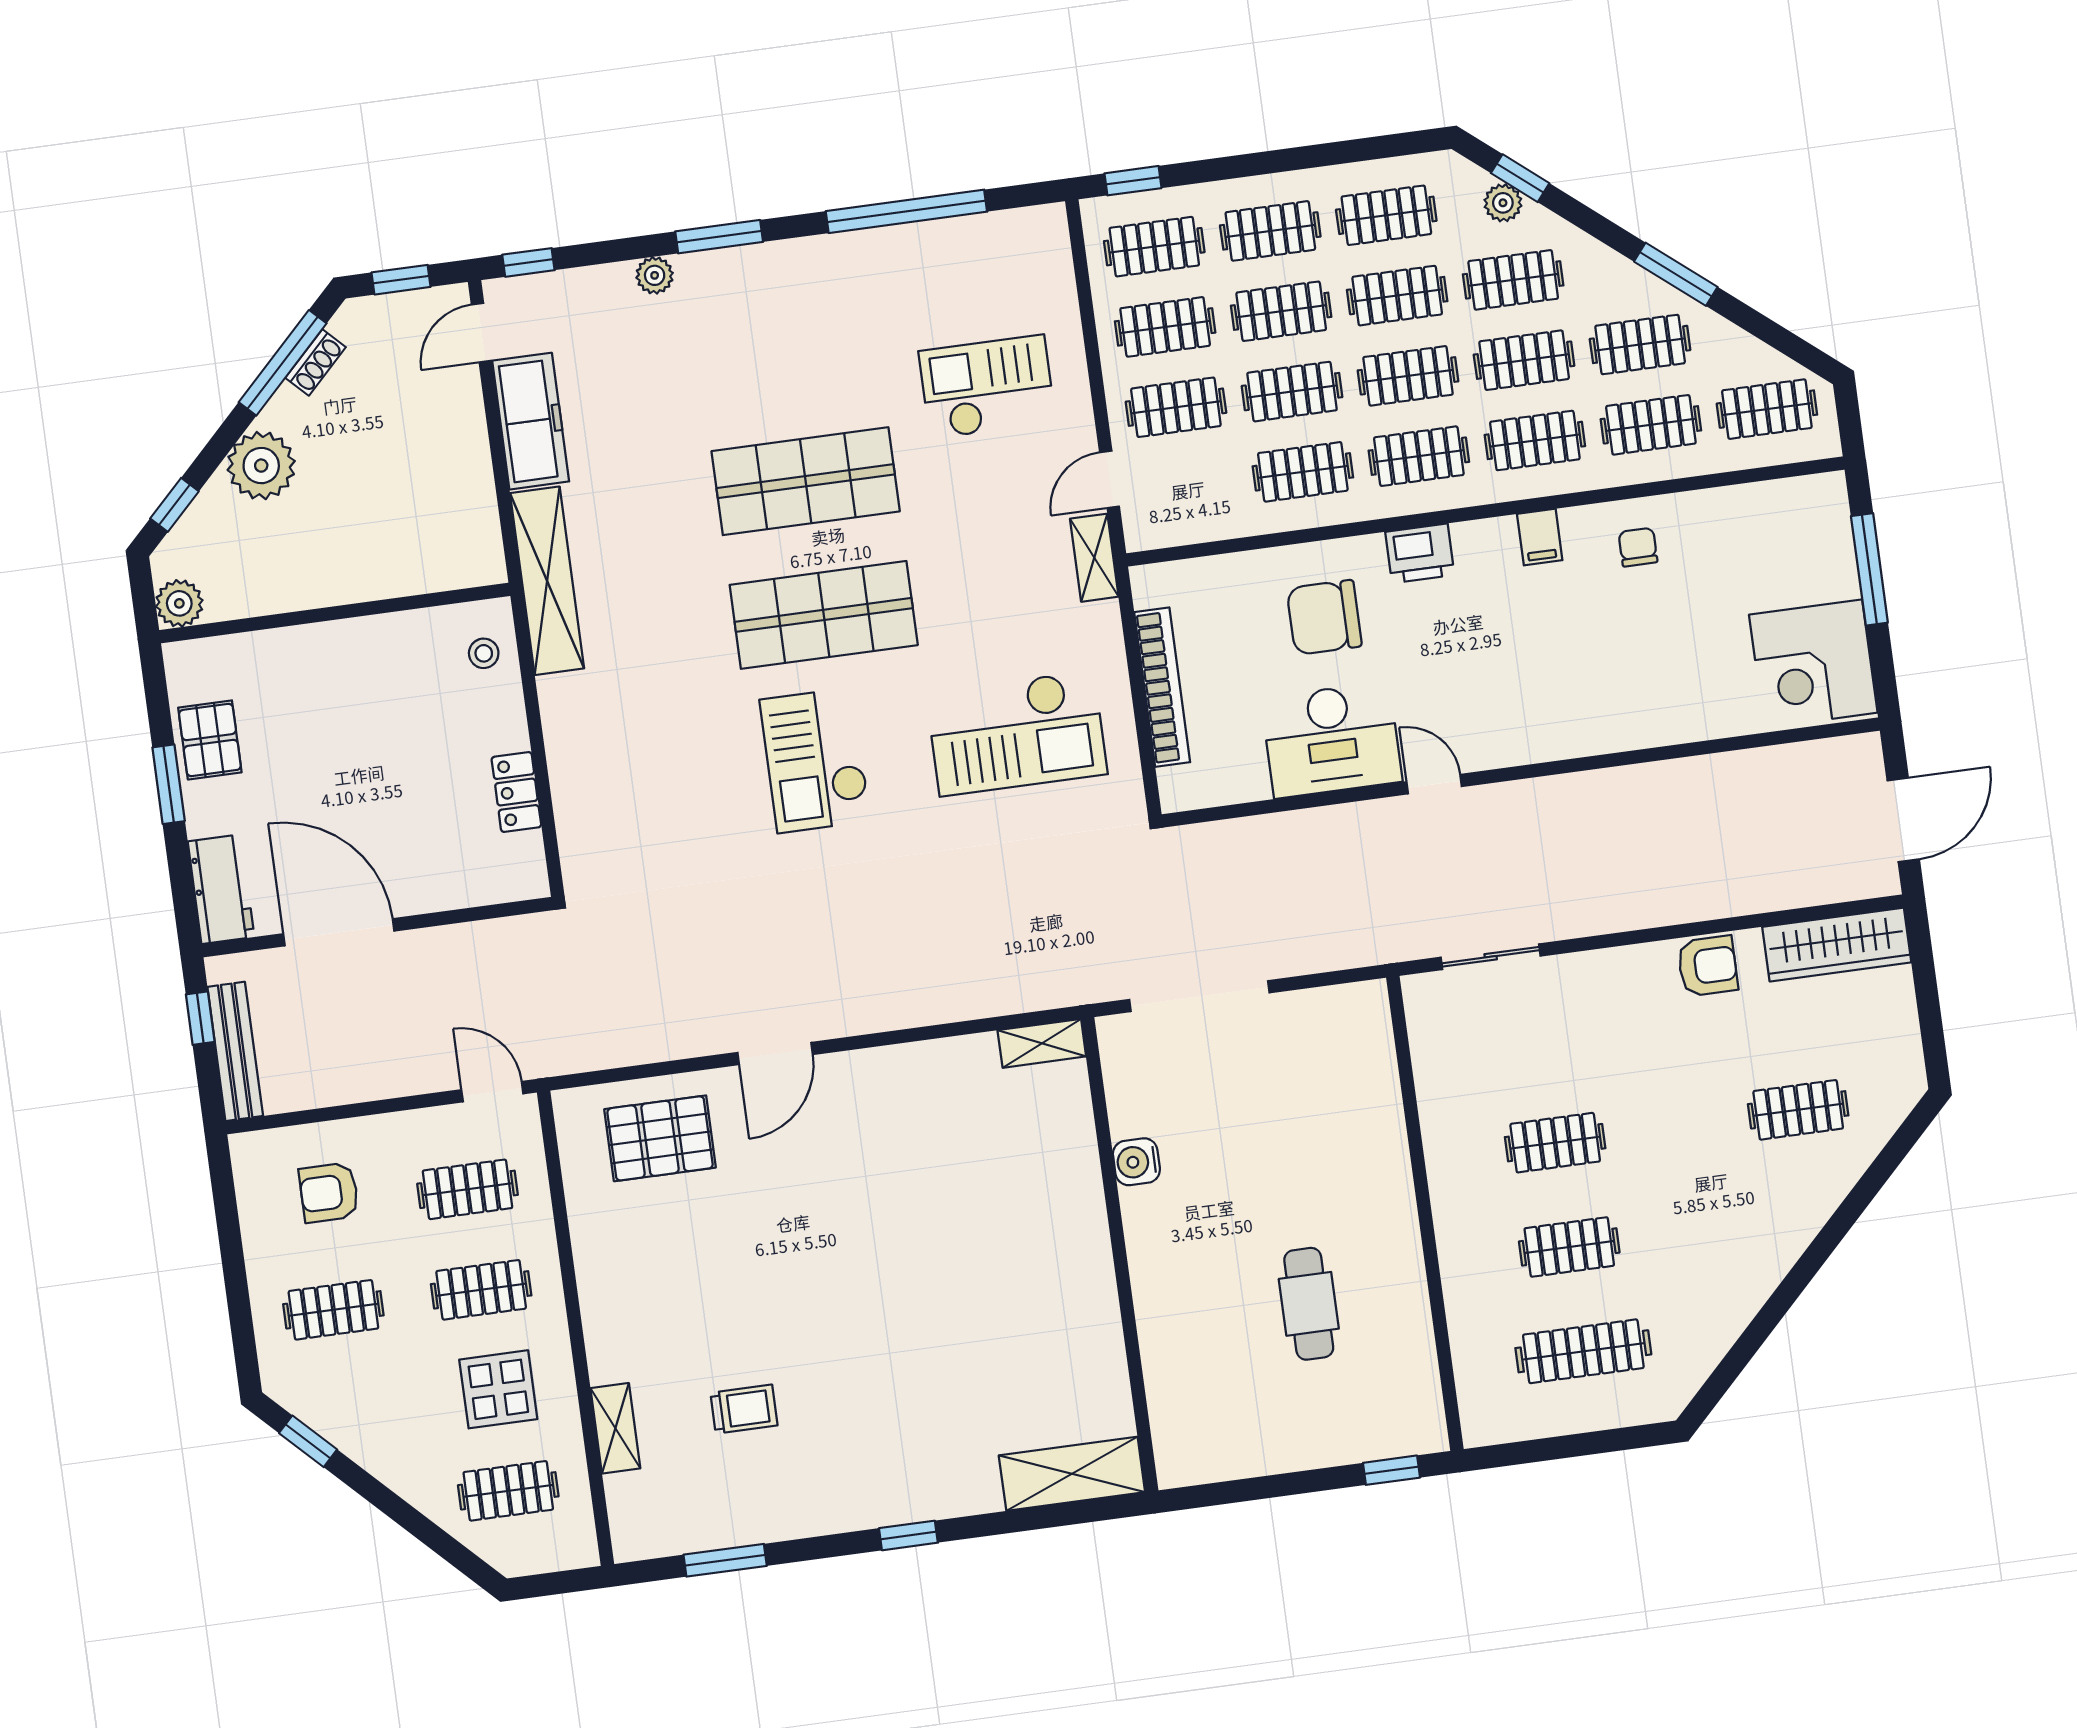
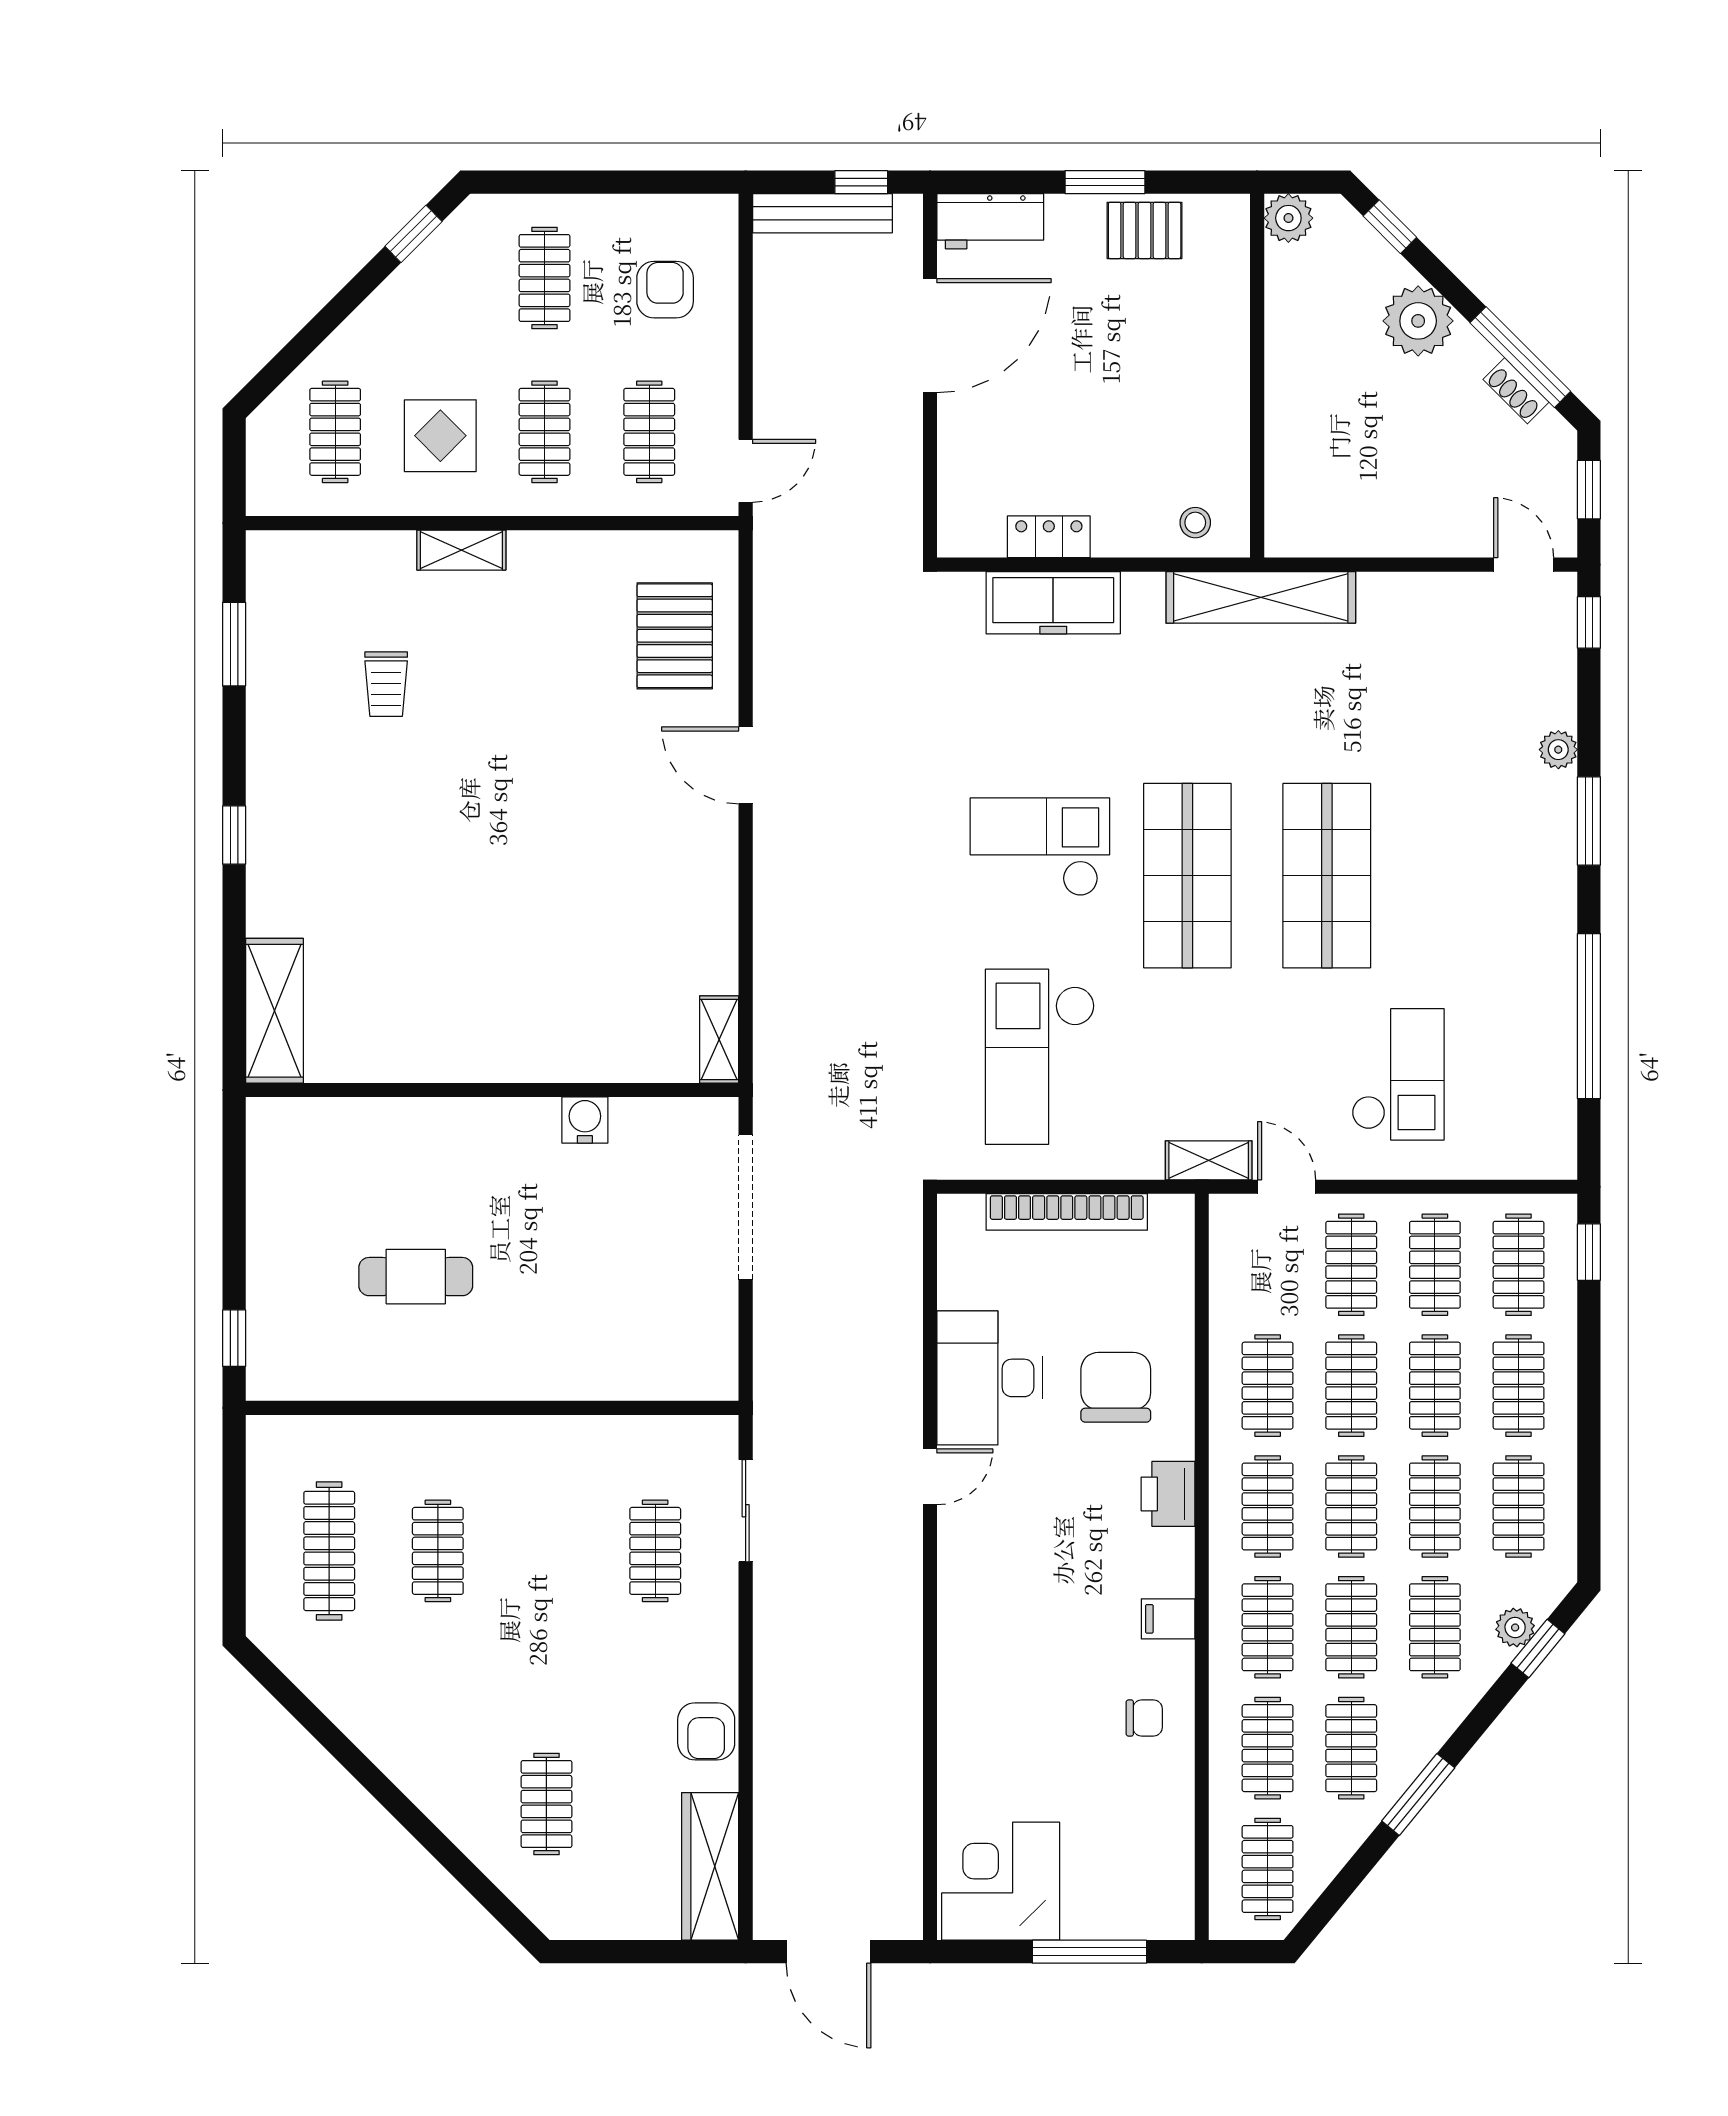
freezer: (531, 421) -> (1053, 603), moved
clothes rail: (1555, 1143) -> (655, 1551), moved
shelving: (615, 1428) -> (461, 550), moved

